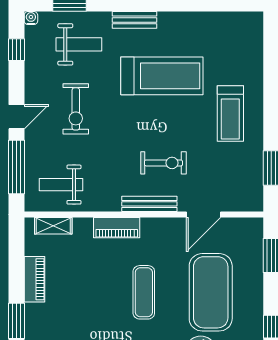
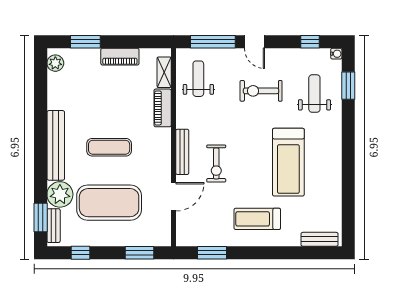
bench: (135, 20) -> (320, 239), moved, turned 90
weight bench: (79, 44) -> (314, 94), turned 180
door: (203, 215) -> (173, 197), swing flipped
piano: (117, 228) -> (163, 108), moved

